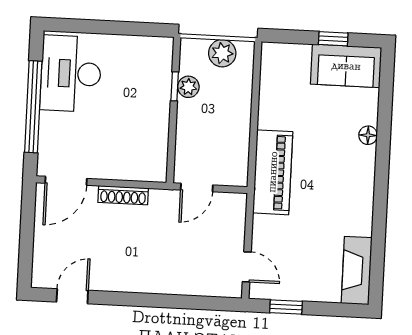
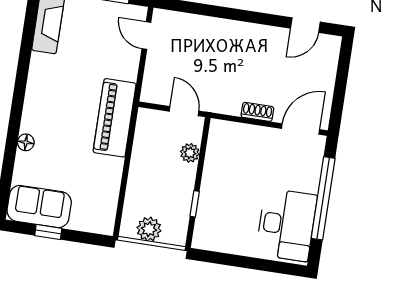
plant: (188, 87) -> (190, 153), moved
door: (197, 187) -> (184, 111), hinge flipped
shoe rack: (123, 195) -> (257, 112), width x0.70

